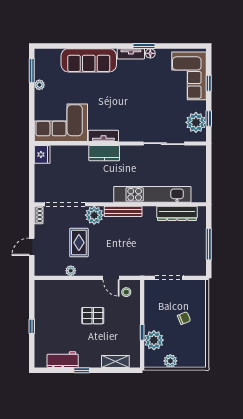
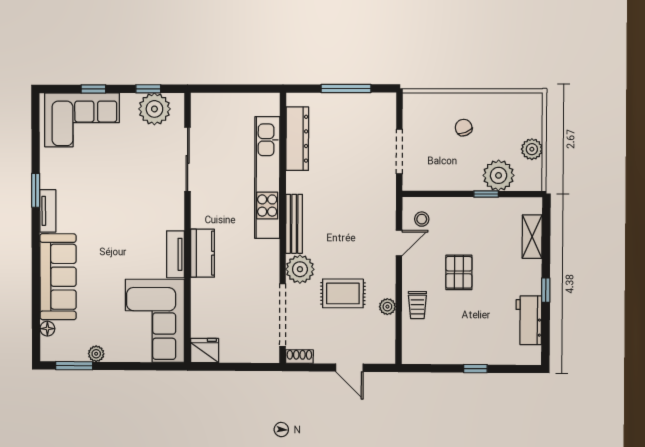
floor lamp: (150, 53) -> (47, 329), moved
trolley: (72, 290) -> (417, 305), added

